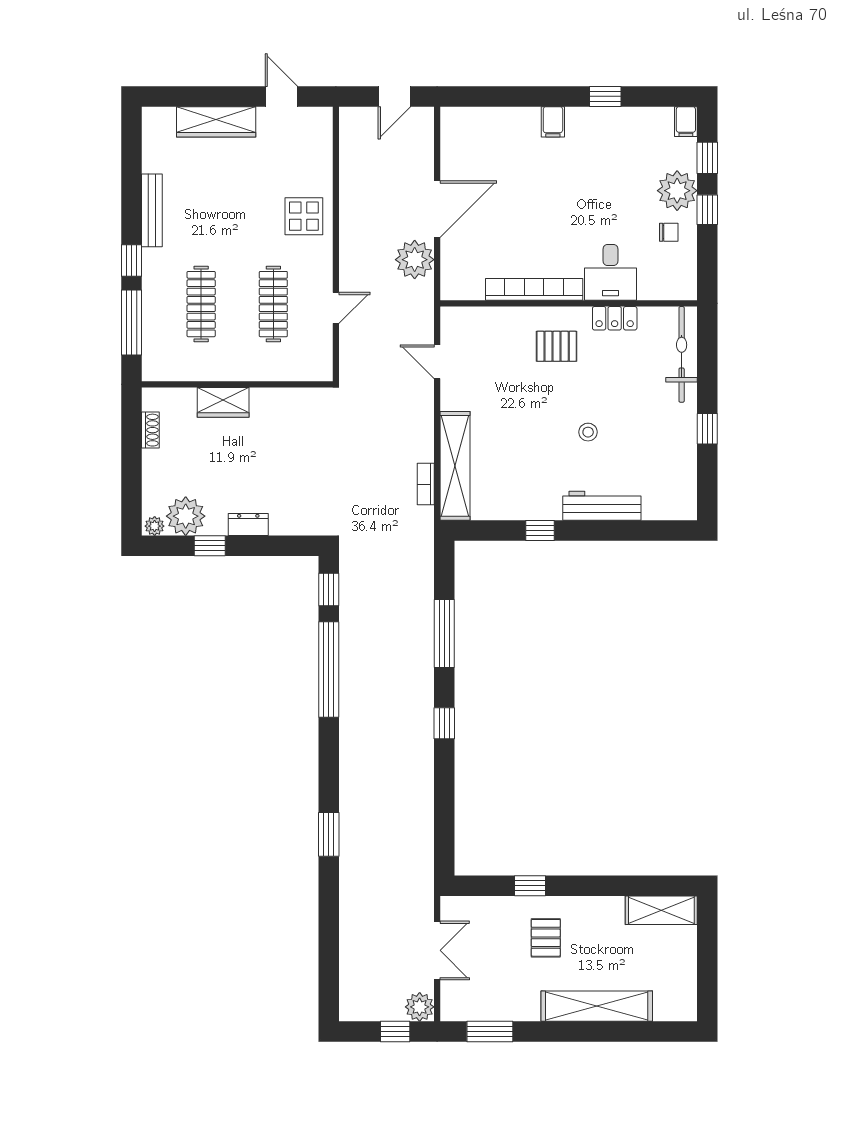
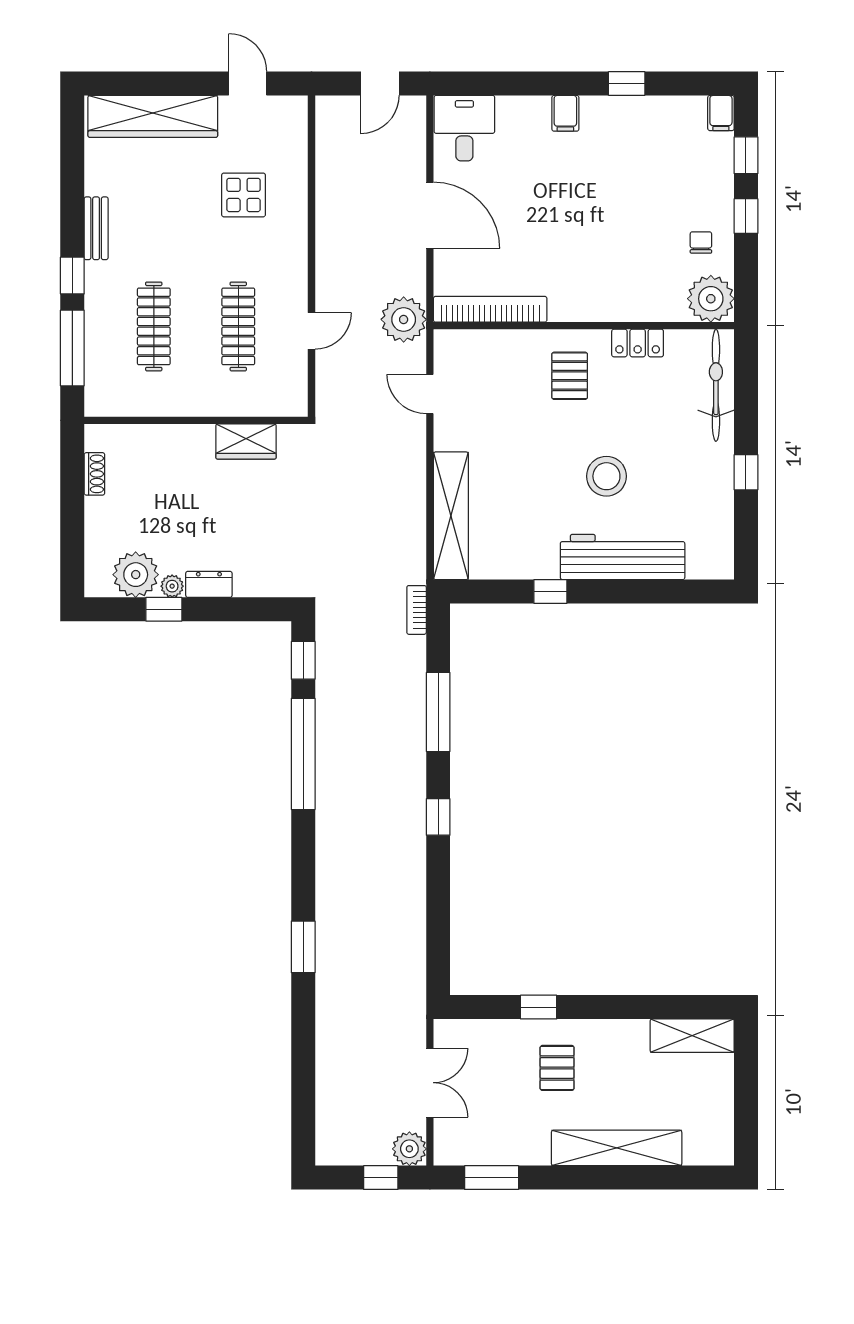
wardrobe: (216, 122) -> (153, 116), width x1.40, depth x1.17
plant: (677, 191) -> (711, 299), moved
door: (437, 209) -> (430, 215), hinge flipped
bench: (152, 210) -> (96, 228), width x0.73
display table: (304, 216) -> (244, 195), moved
chair: (669, 232) -> (701, 242), turned -90
plant: (415, 260) -> (404, 319), moved
desk: (610, 272) -> (464, 128), moved, turned 180
bookcase: (534, 289) -> (490, 309), moved
pallet: (557, 346) -> (570, 376), turned 90
wardrobe: (223, 402) -> (246, 441), moved
stool: (588, 432) -> (606, 476), width x1.89, depth x1.89
bookcase: (426, 484) -> (417, 610), moved
workbench: (602, 506) -> (623, 557), width x1.36, depth x1.32
plant: (155, 526) -> (172, 586), moved

